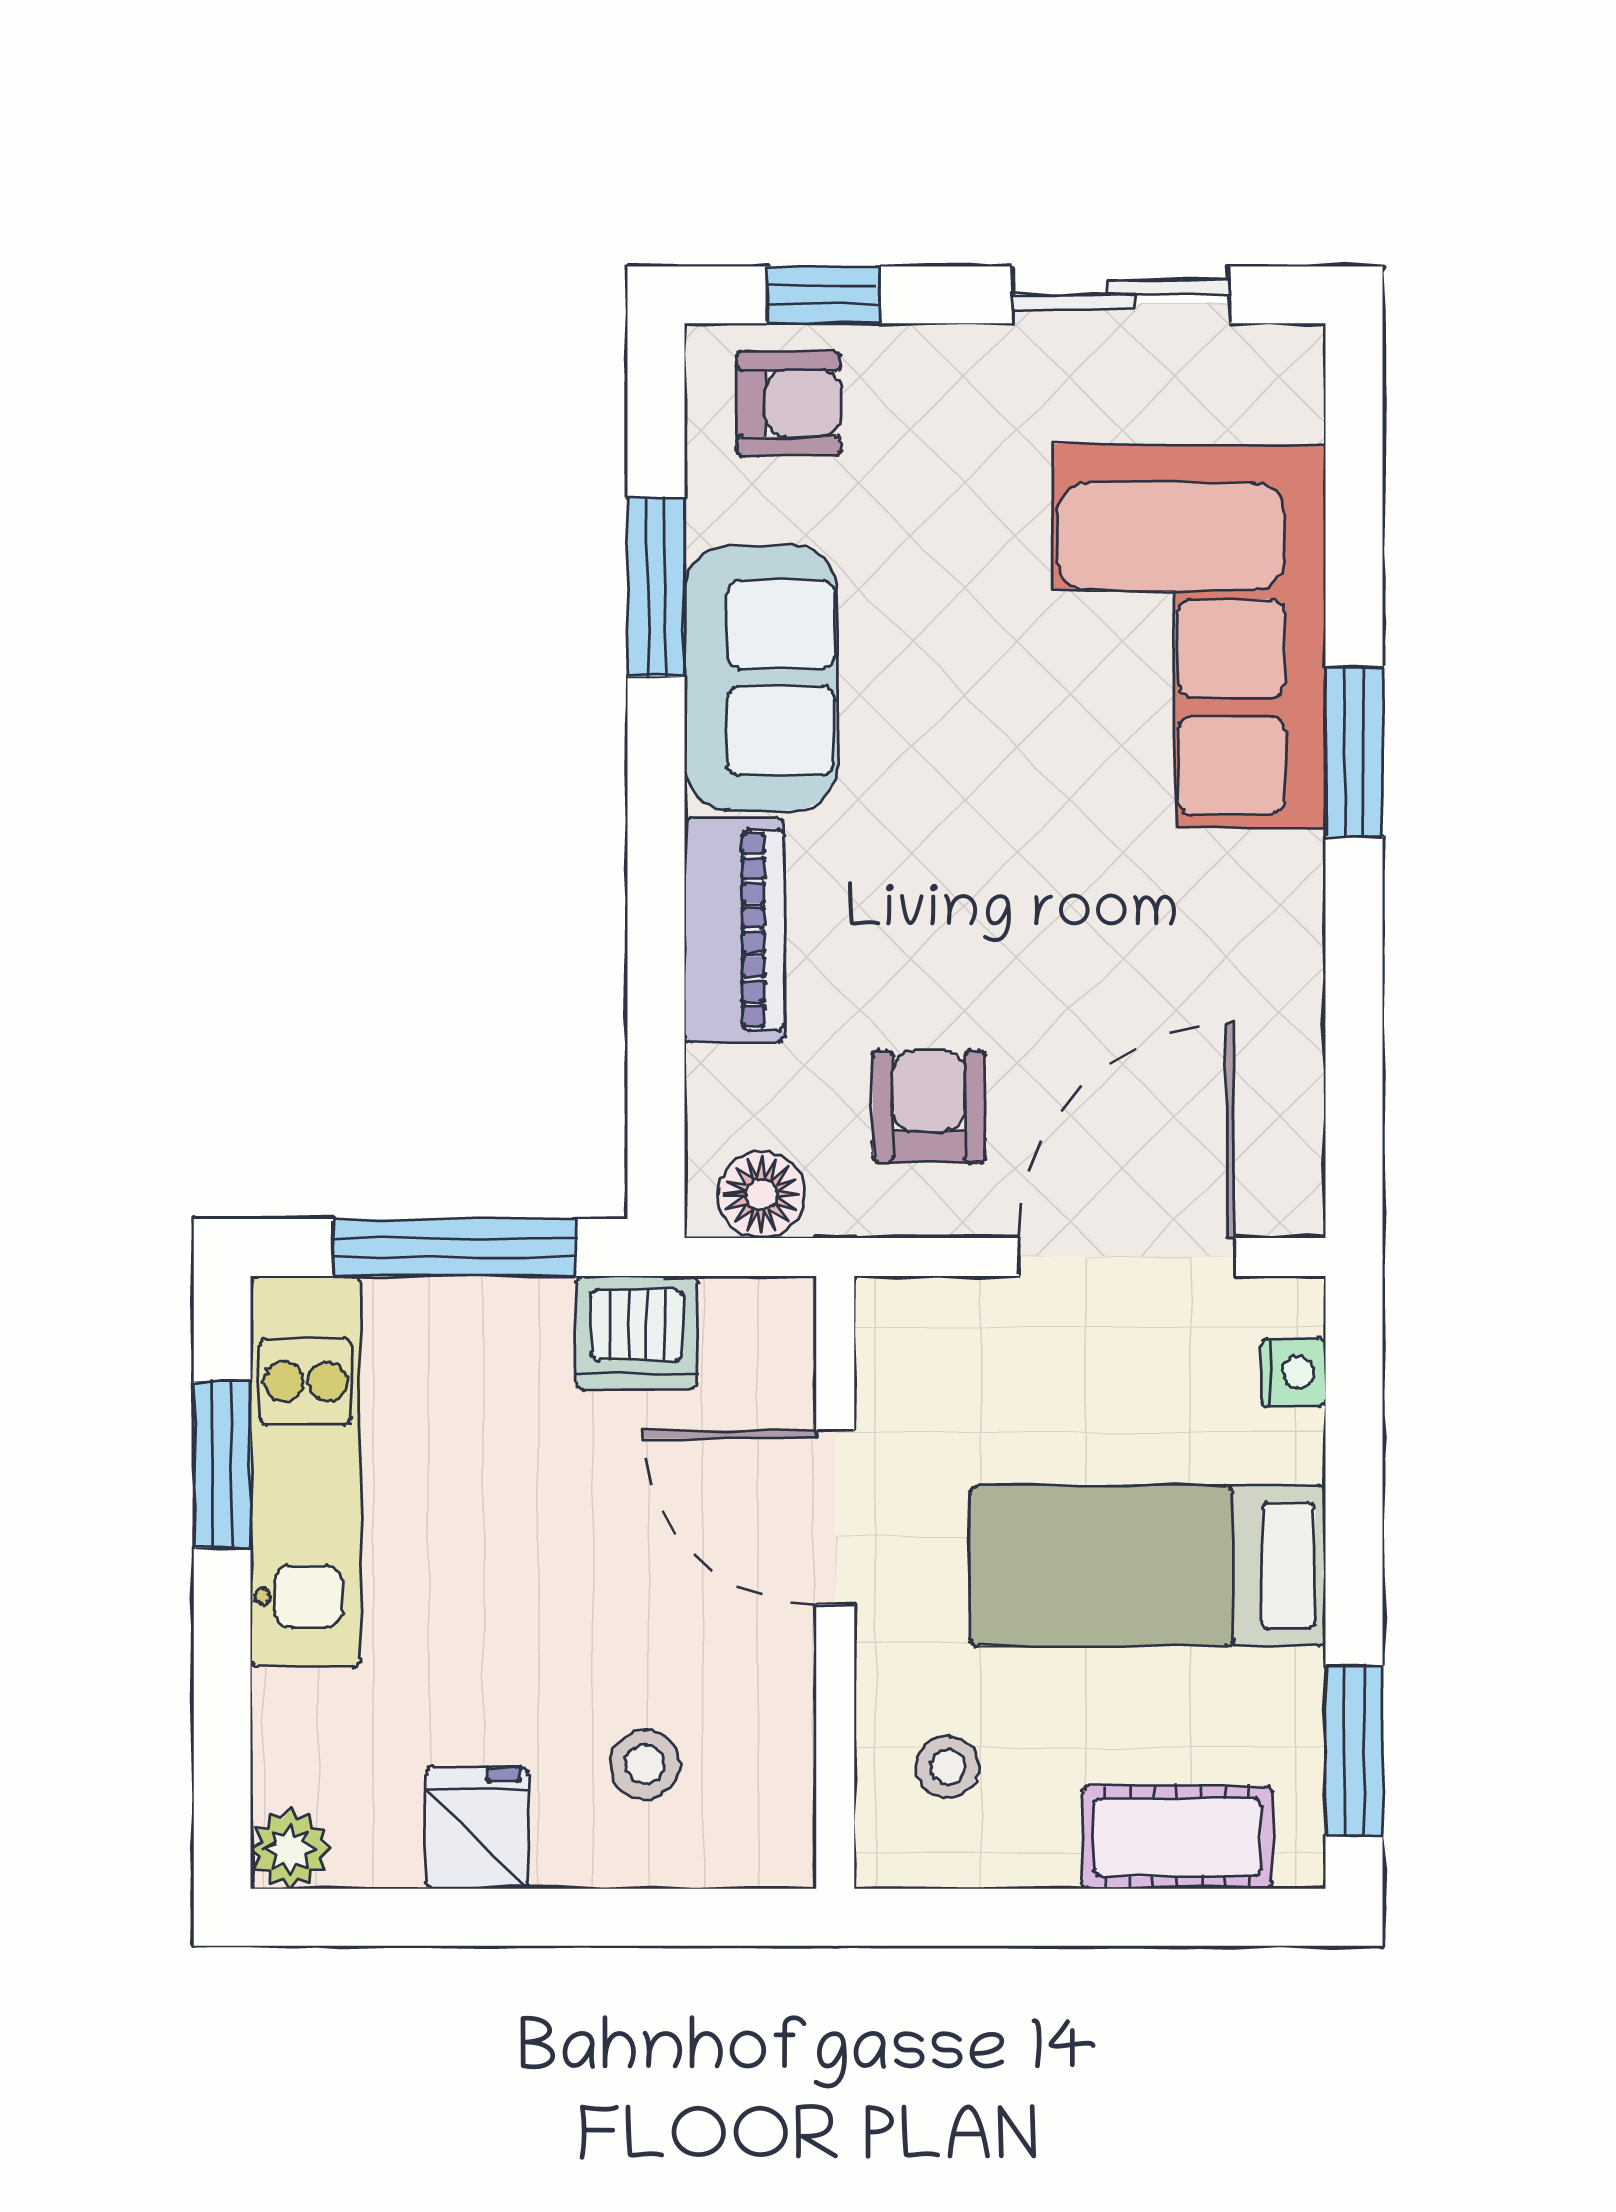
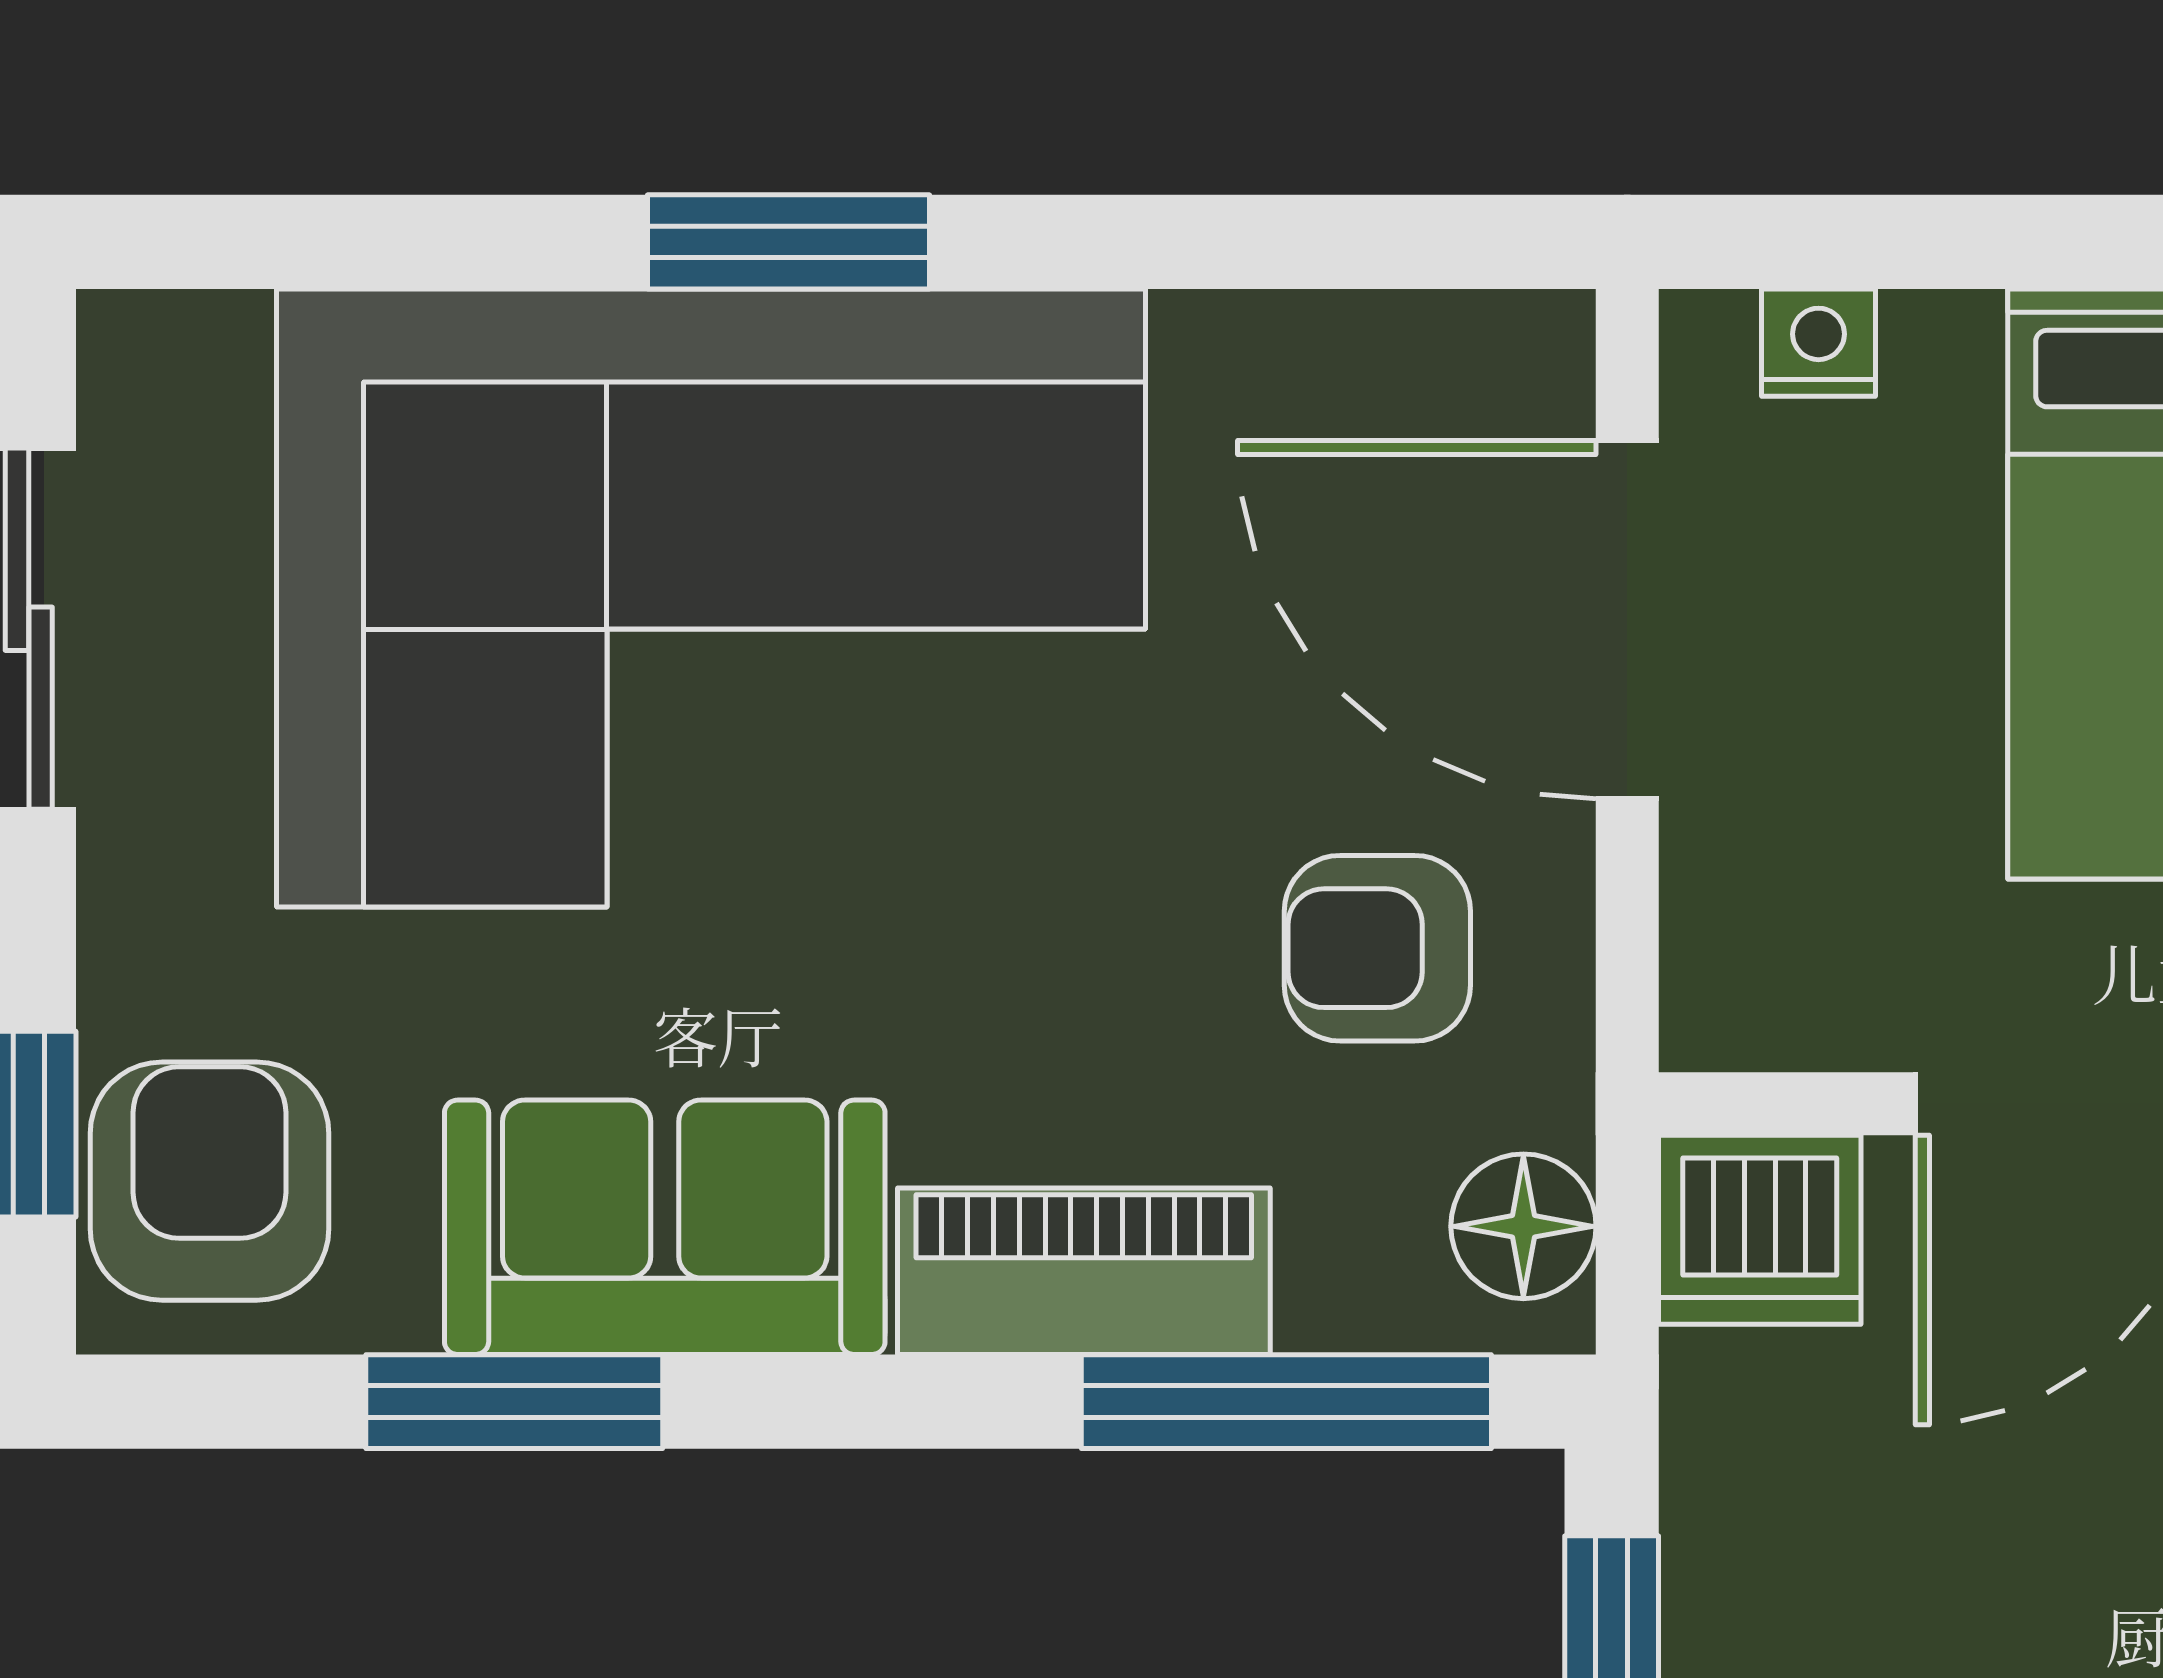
armchair: (789, 404) -> (209, 1181), width x1.38, depth x1.38
corner sofa: (1189, 636) -> (711, 598), width x1.36, depth x1.36
window: (656, 1052) -> (1286, 1402), added
dishwasher: (637, 1333) -> (1760, 1230), moved, turned 90

